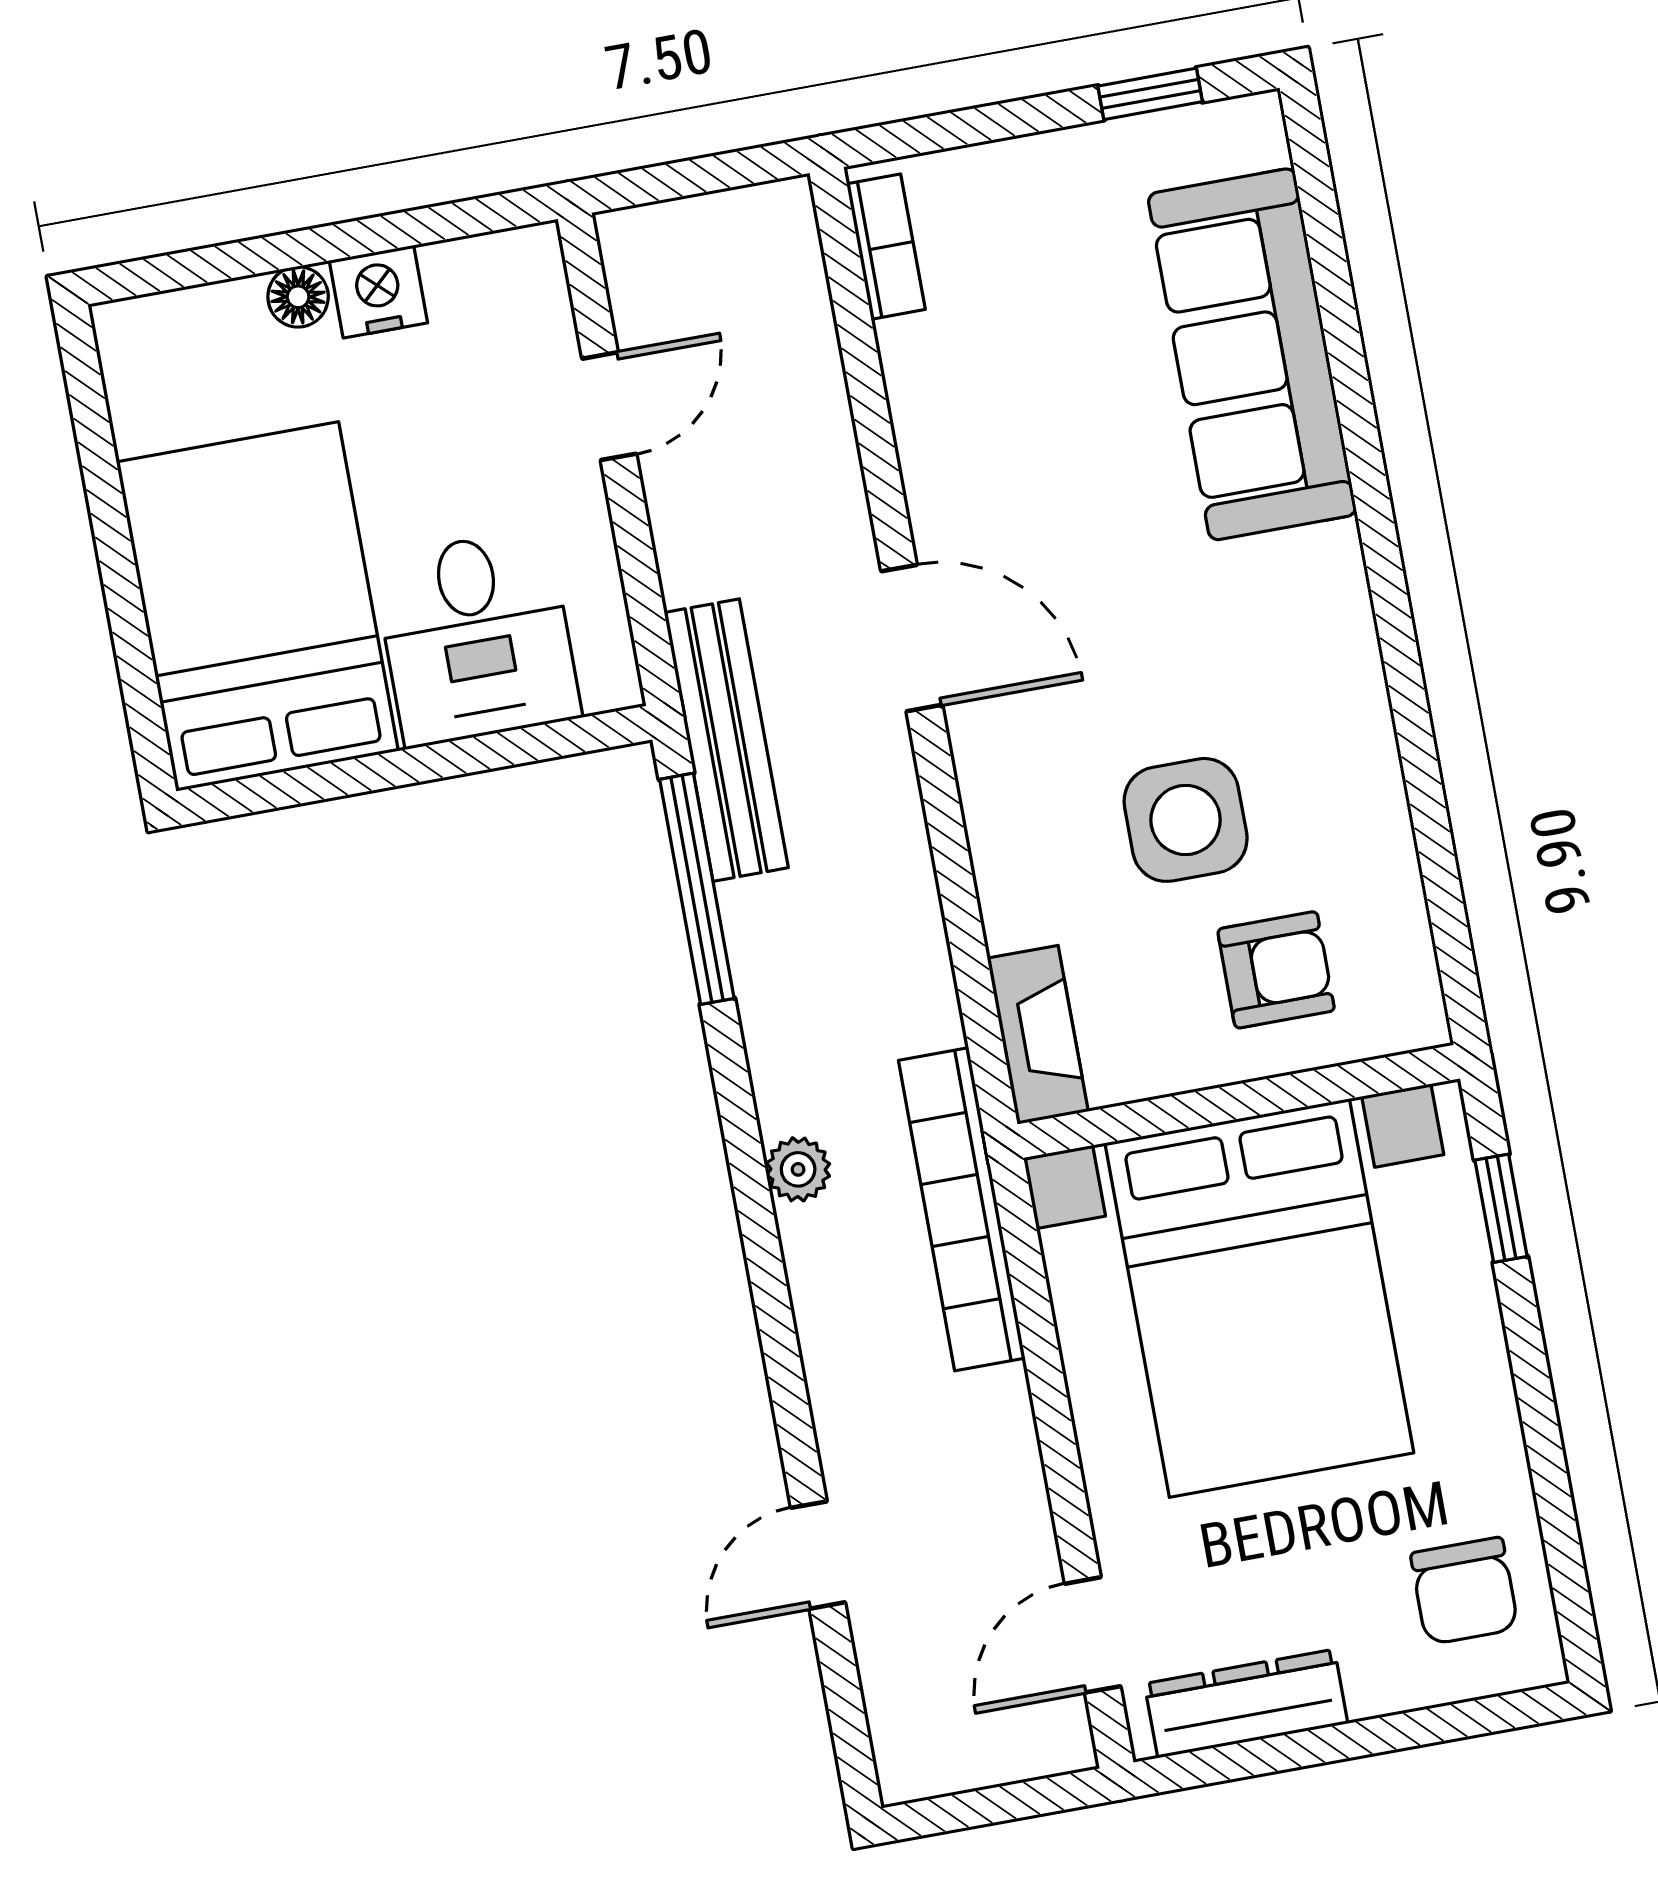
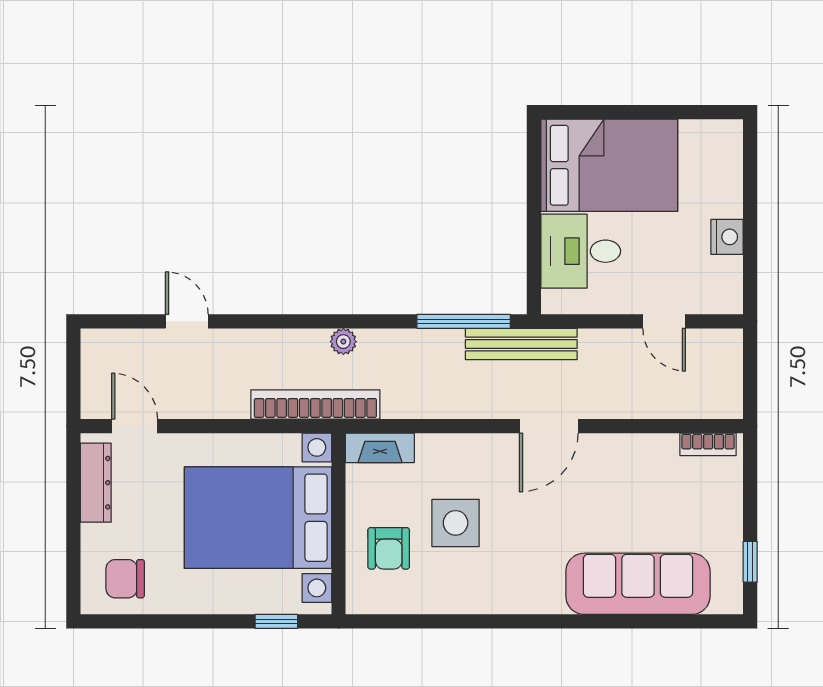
floor lamp: (298, 297) -> (731, 204), removed

